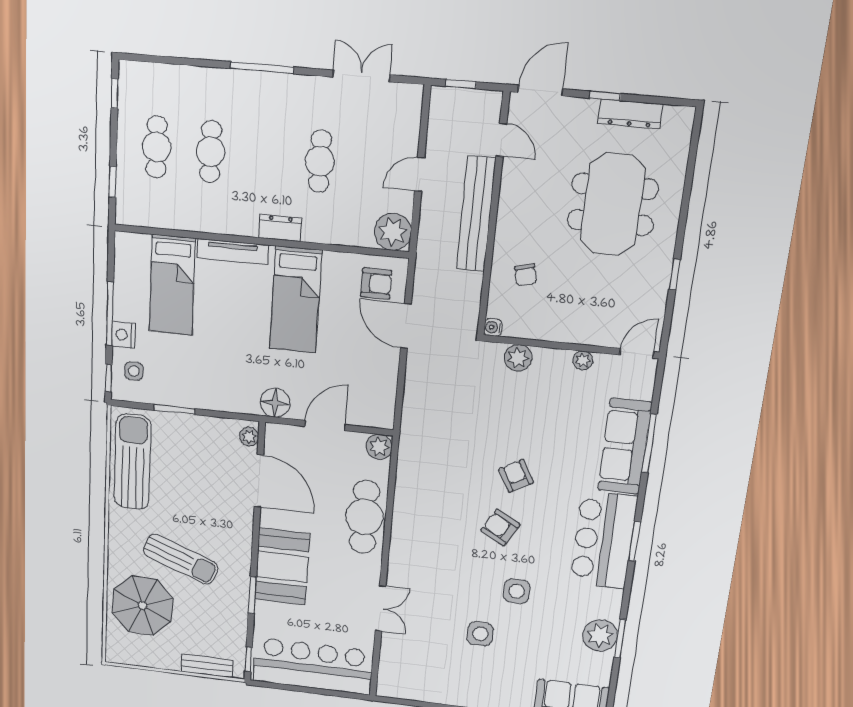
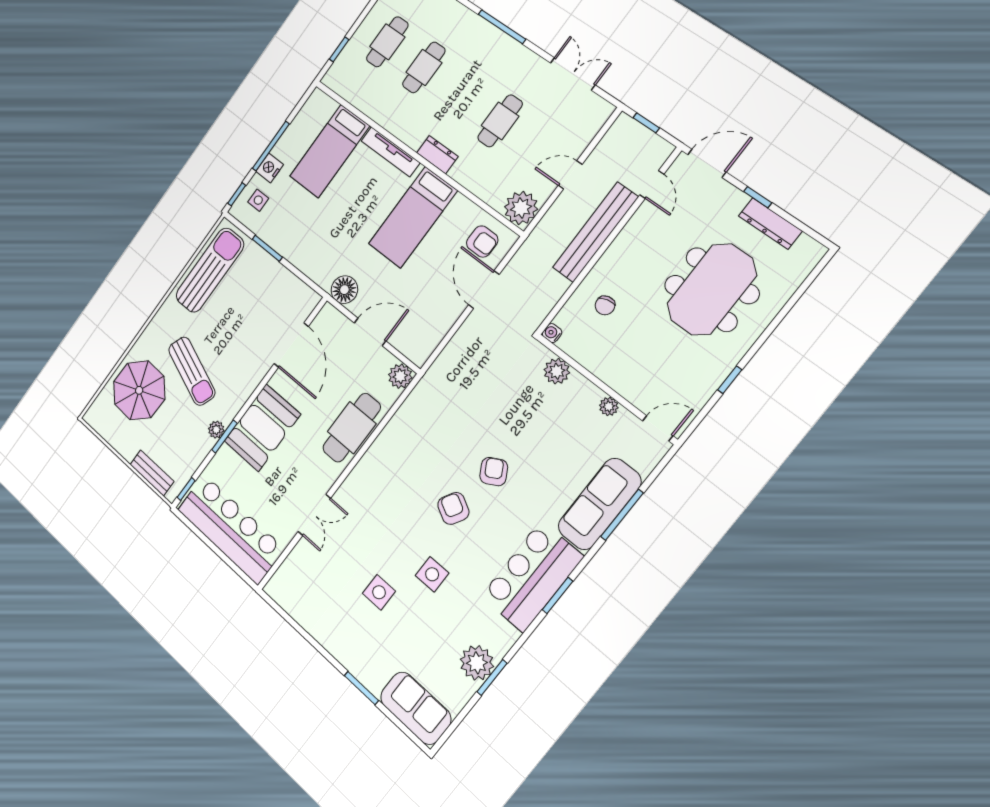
plant: (249, 437) -> (216, 430), moved

